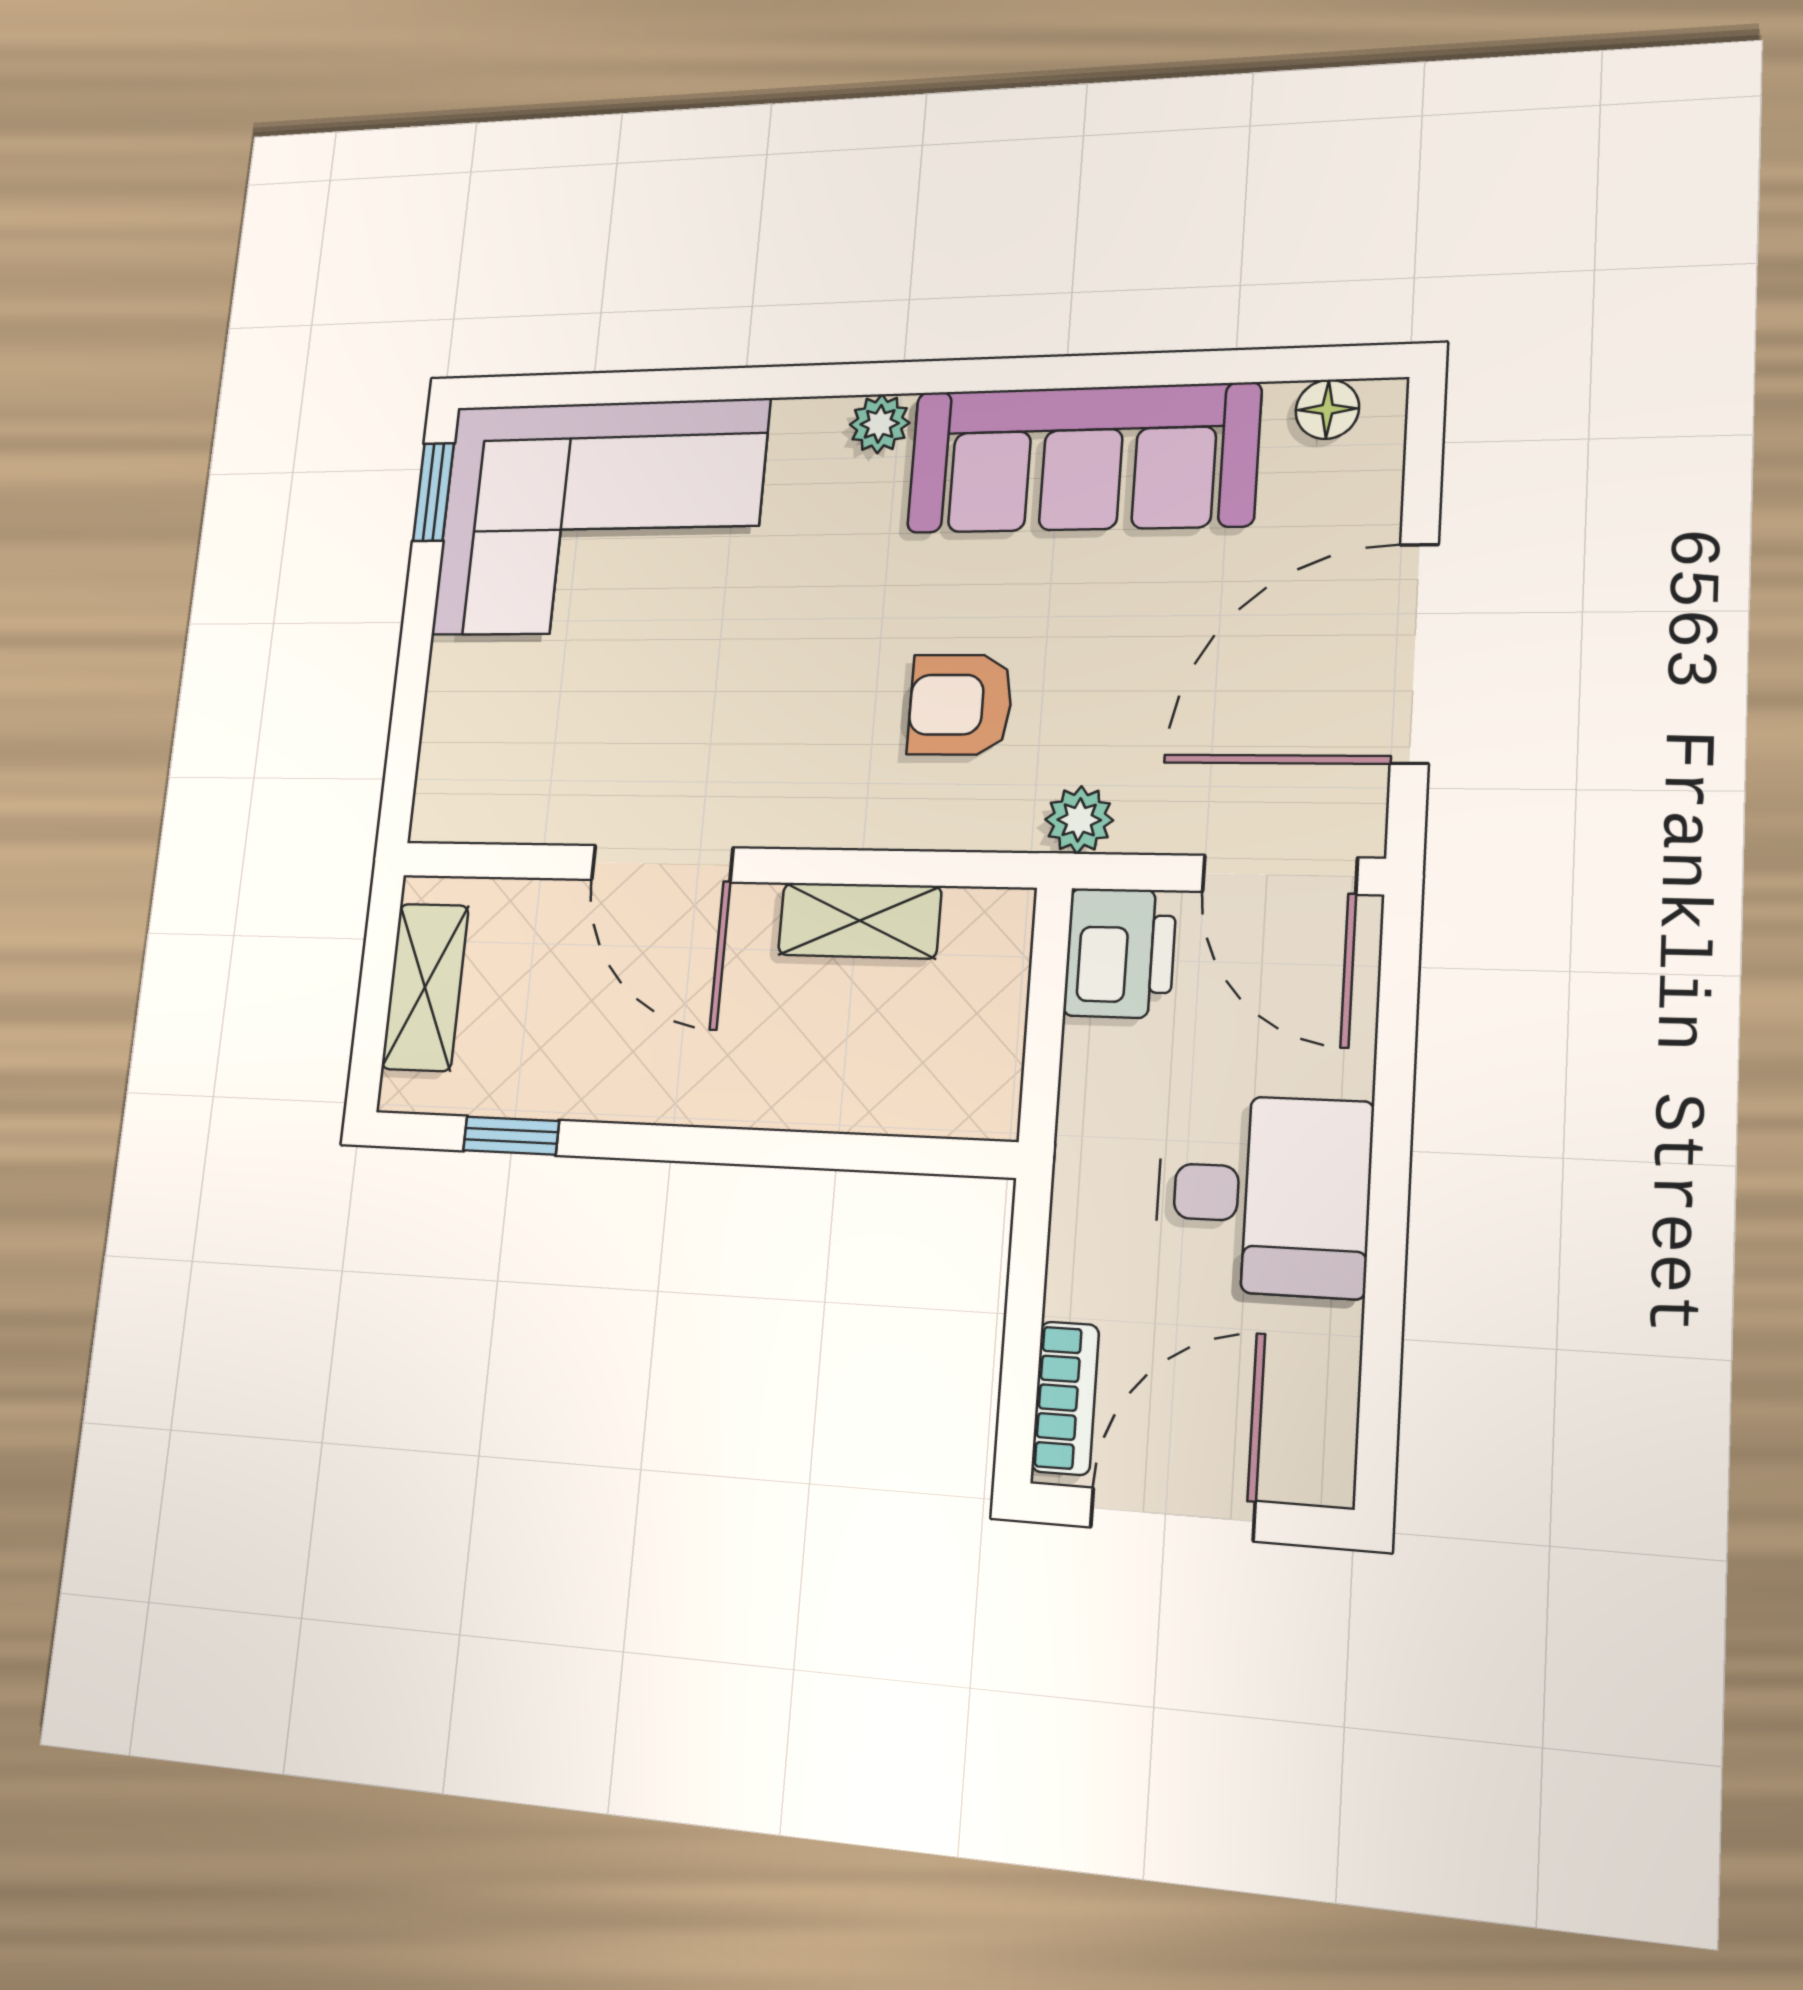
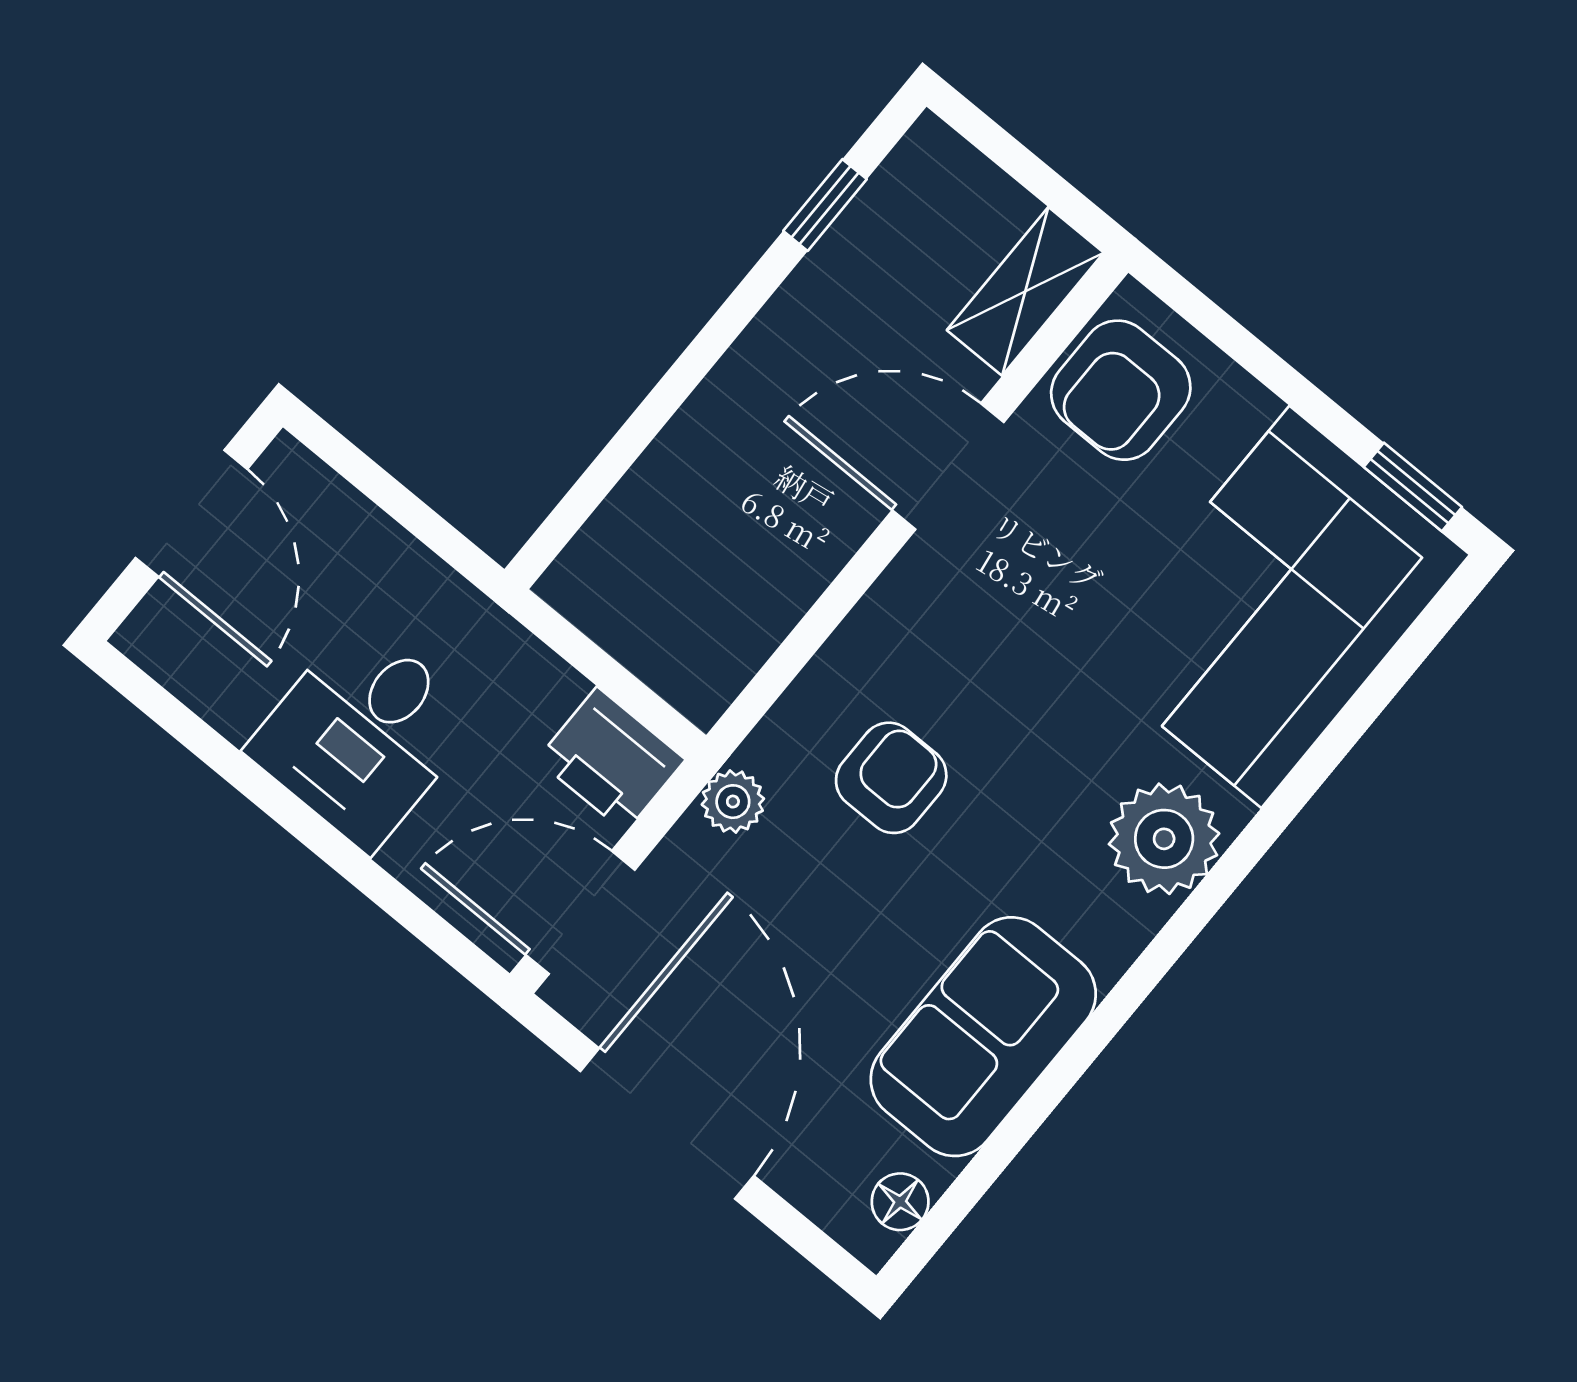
plant: (880, 424) -> (1164, 839), width x1.88, depth x1.88
sofa: (1082, 458) -> (983, 1037), width x0.73
armchair: (506, 774) -> (1121, 390), added
shelving: (860, 921) -> (784, 587), removed
shelving: (425, 987) -> (1025, 291), moved, turned 90
bookcase: (1065, 1398) -> (324, 494), removed

